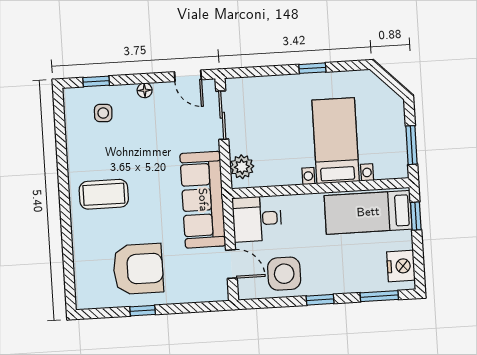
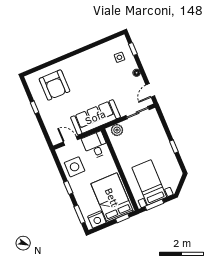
bed with nightstands: (336, 141) -> (149, 182), moved, turned -90
coffee table: (104, 194) -> (82, 71), removed
bed: (368, 212) -> (112, 197), width x1.50
door: (231, 264) -> (70, 141), swing flipped
armchair: (138, 269) -> (54, 85), moved

